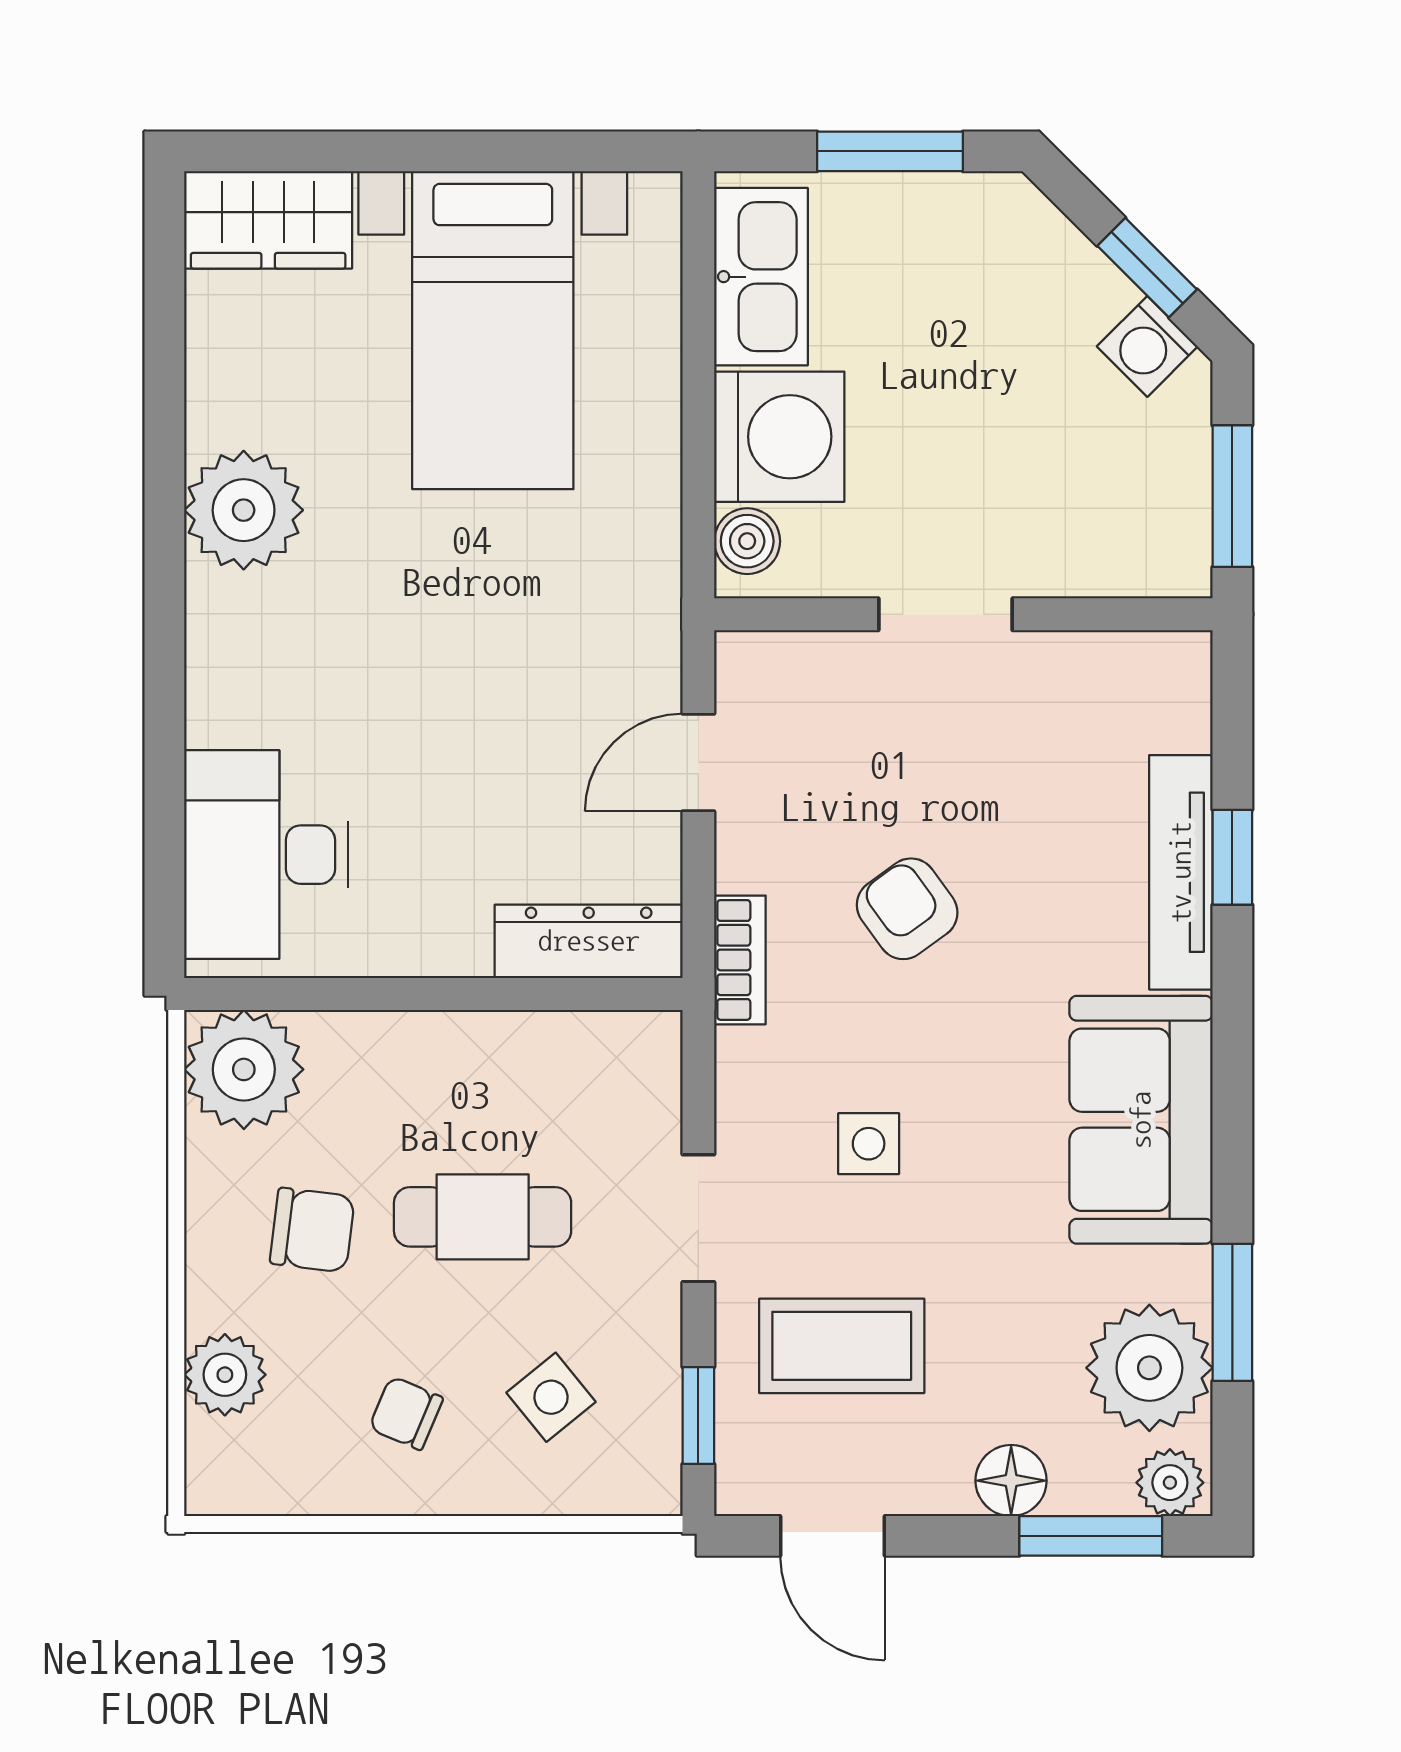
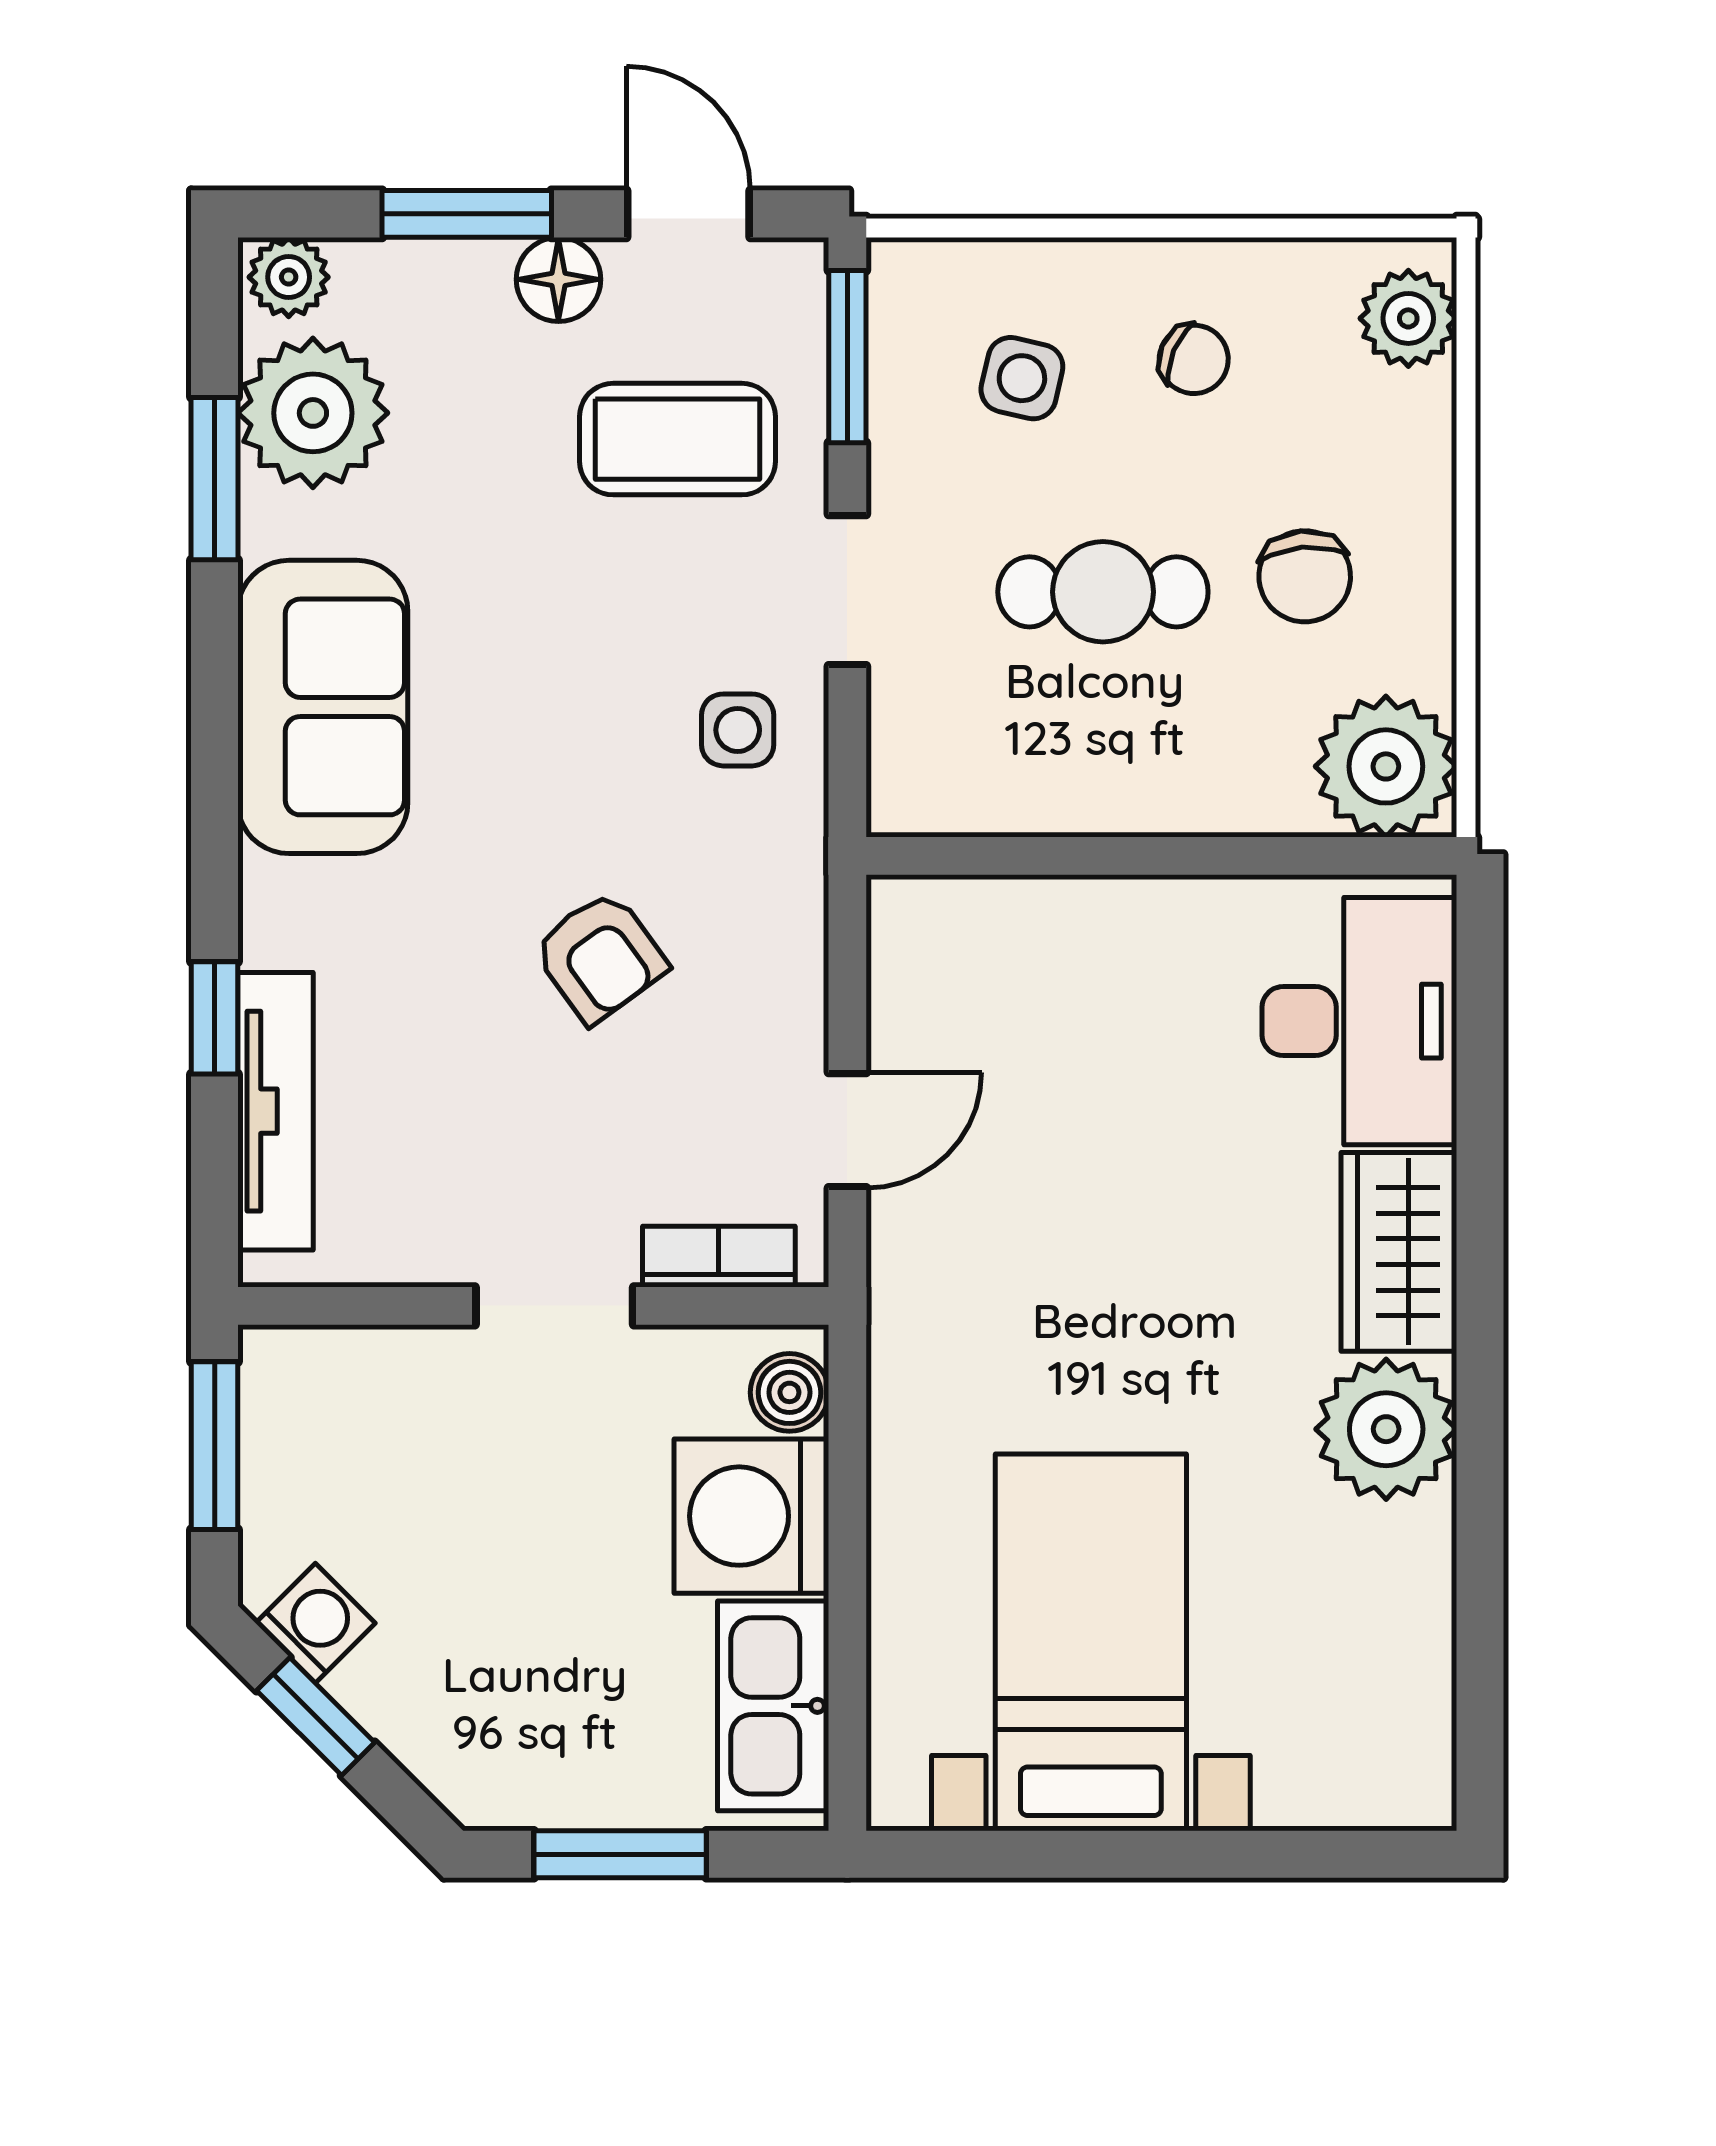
wardrobe: (268, 220) -> (1399, 1252), moved, turned -90
tv unit: (1181, 872) -> (276, 1111), moved
dresser: (589, 941) -> (977, 918), removed
bookcase: (740, 960) -> (719, 1257), moved, turned 90
side table: (869, 1144) -> (738, 730), moved
chair: (312, 1230) -> (1305, 576), turned -102
plant: (225, 1375) -> (1408, 318), moved
side table: (551, 1397) -> (1022, 378), turned -38
window: (698, 1415) -> (847, 357), width x1.50
floor lamp: (1011, 1481) -> (558, 279), moved
window: (1091, 1536) -> (467, 214), moved

